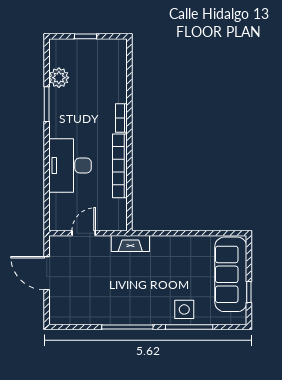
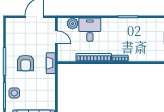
plant: (59, 78) -> (73, 24), moved
desk: (70, 166) -> (90, 30), width x0.73
armchair: (130, 289) -> (26, 63), added

